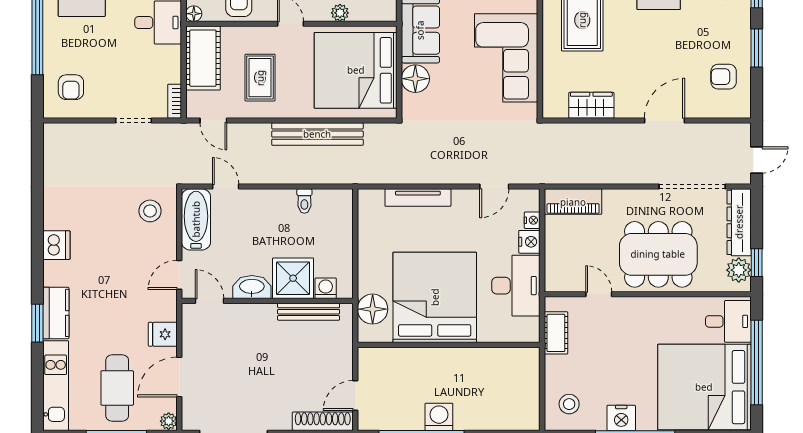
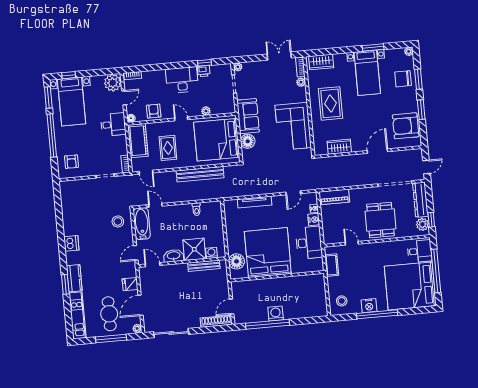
armchair: (724, 77) -> (406, 126), width x1.88, depth x1.88
dining table: (658, 254) -> (380, 220), width x0.73

